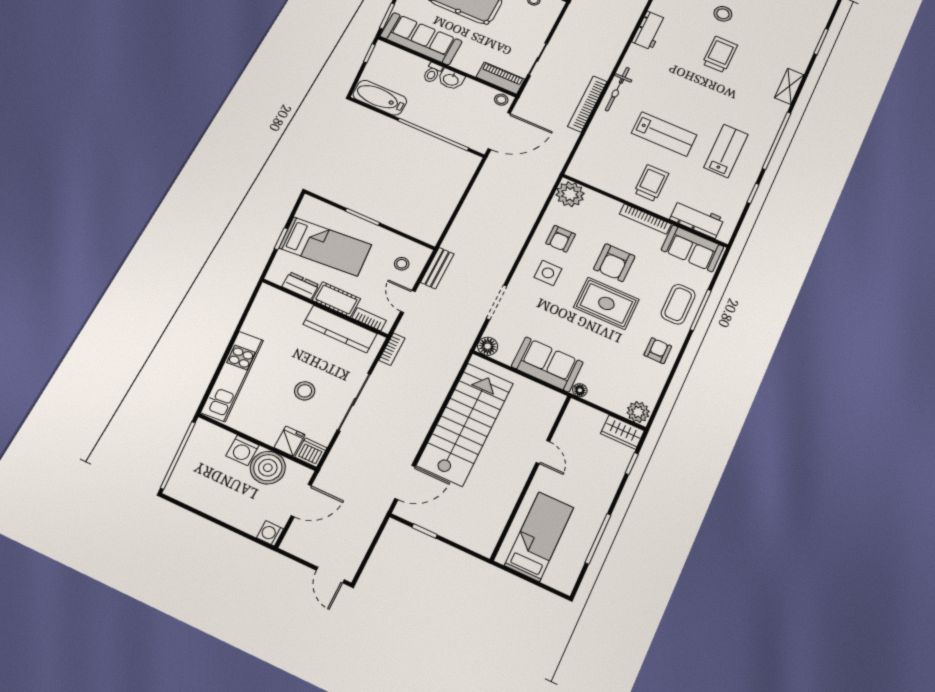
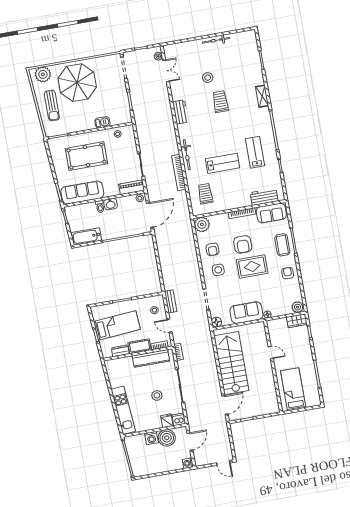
trolley: (651, 183) -> (205, 194), moved

